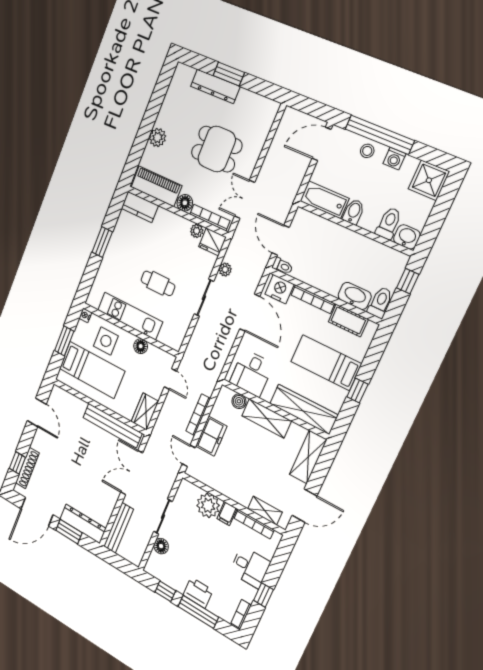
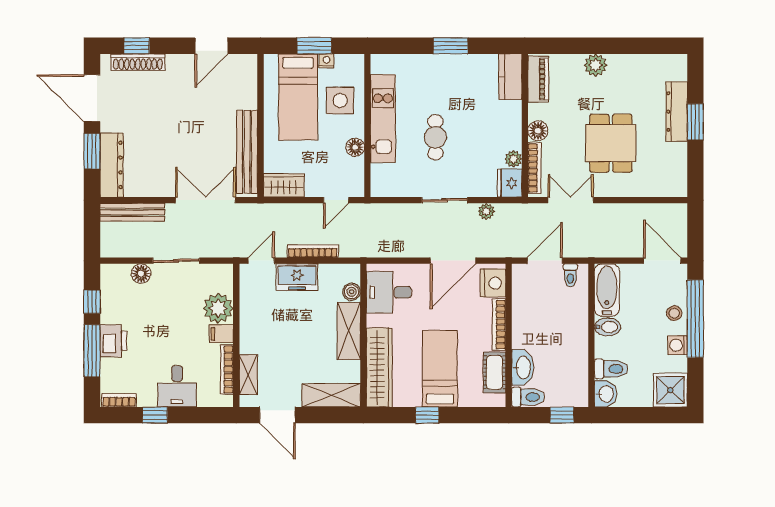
piano: (156, 186) -> (538, 79), width x0.73, depth x0.75
toilet: (282, 266) -> (570, 275), moved
nightstand: (85, 315) -> (326, 61), moved

